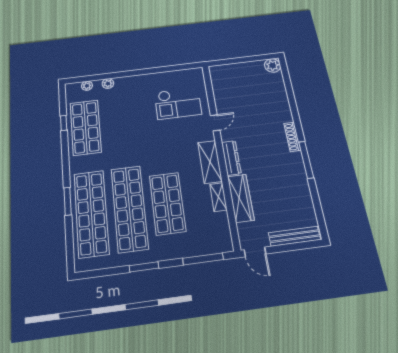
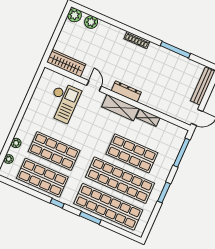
plant: (277, 84) -> (91, 22), added
window: (64, 123) -> (57, 203), moved
shop shelf: (121, 123) -> (54, 151), added
window: (306, 160) -> (175, 50), moved
wardrobe: (241, 198) -> (66, 63), moved

